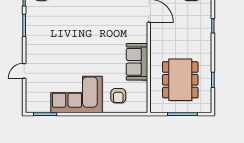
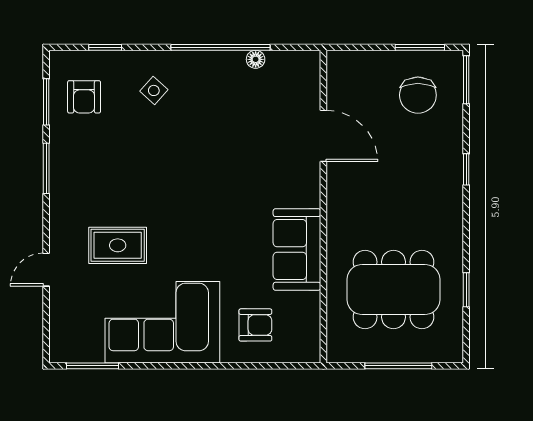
rug: (56, 60) -> (118, 245), added
dining table: (180, 80) -> (394, 290), turned 90
armchair: (118, 96) -> (255, 325), turned -90

